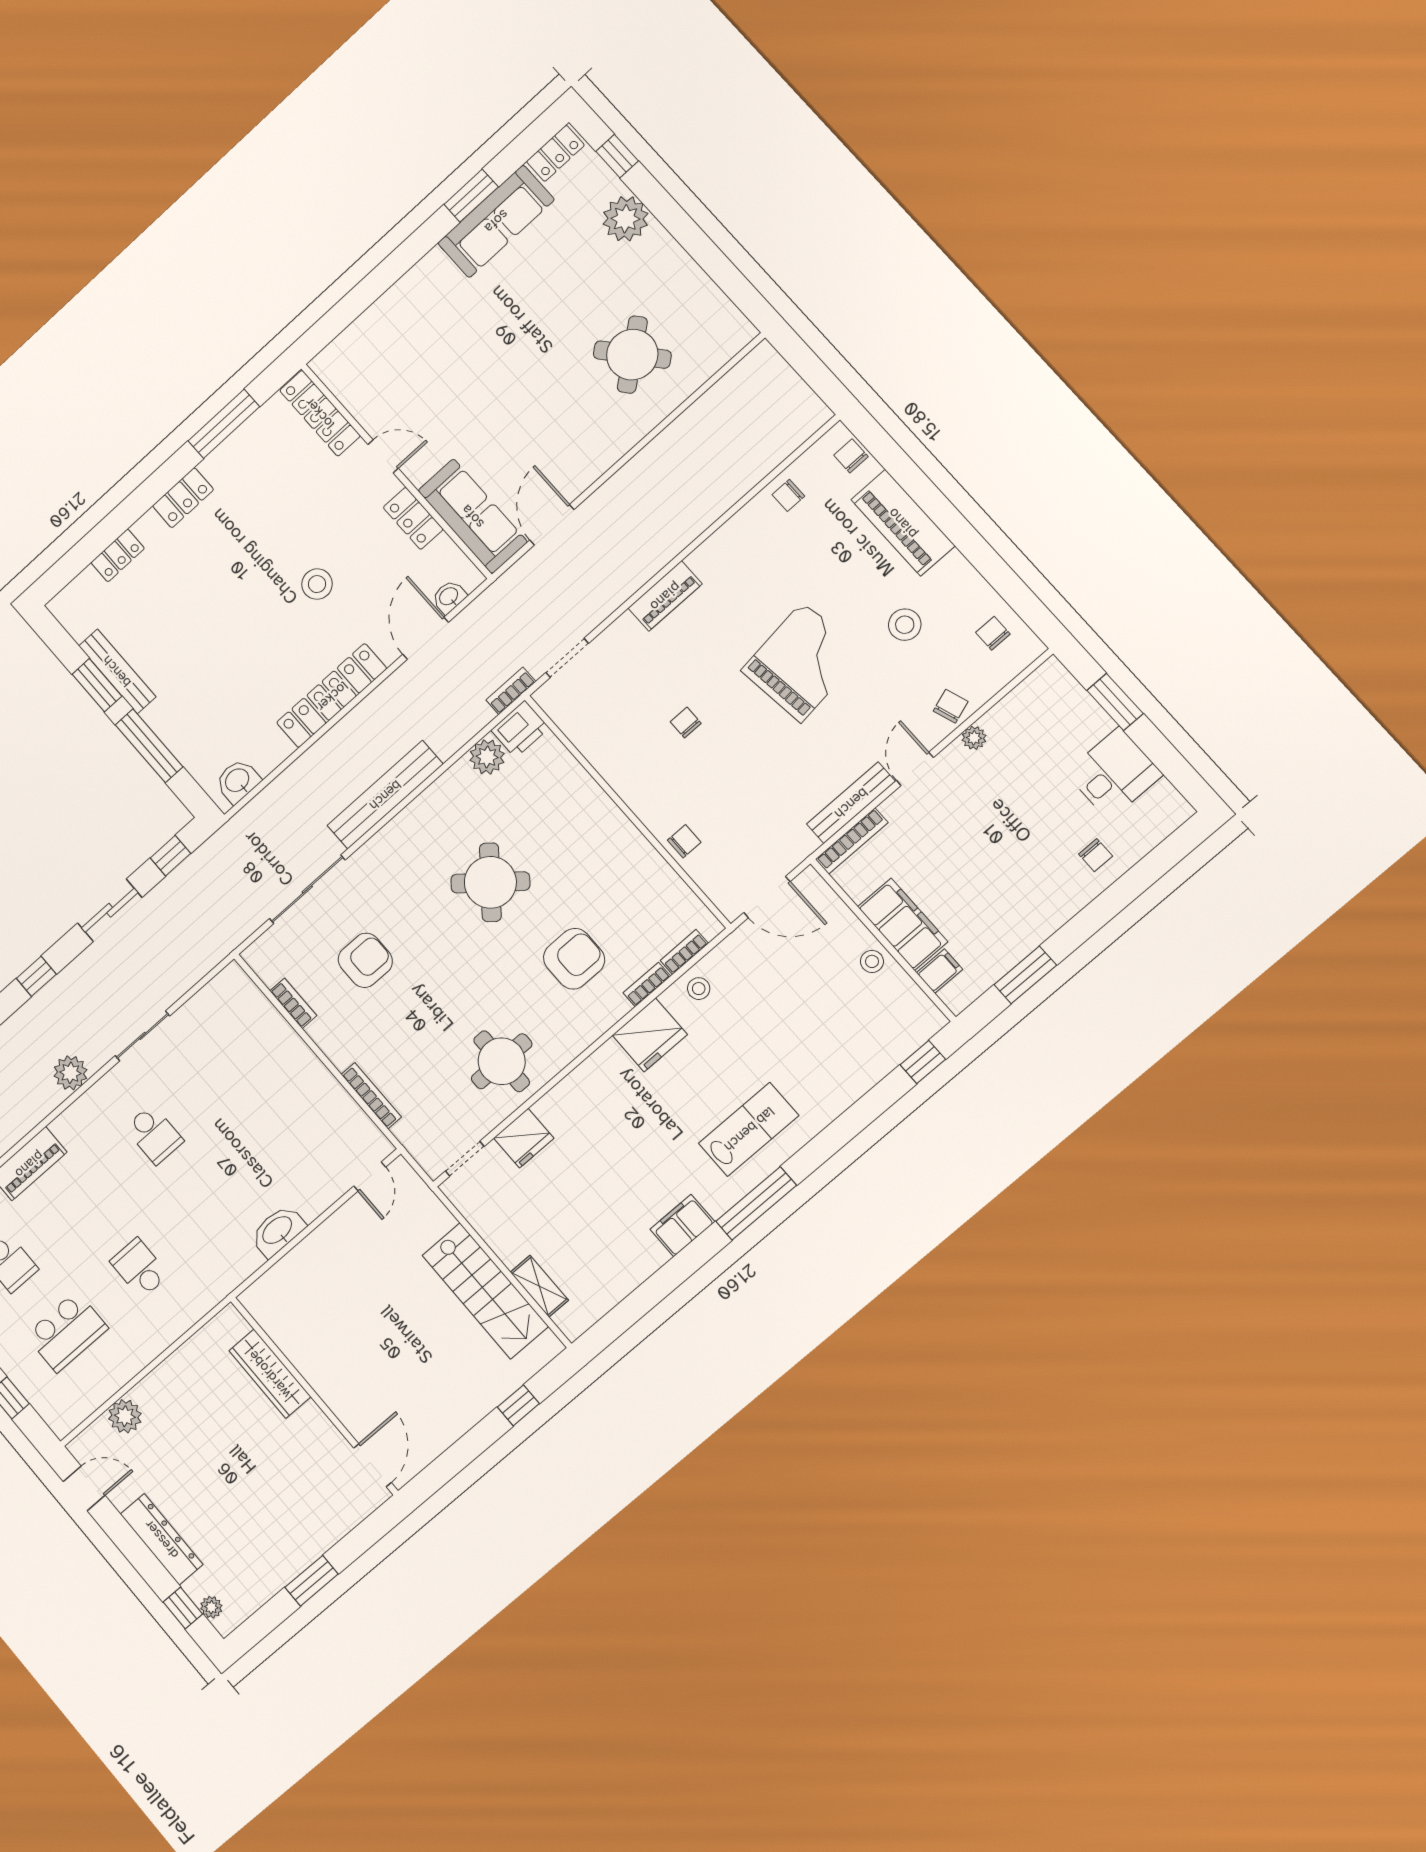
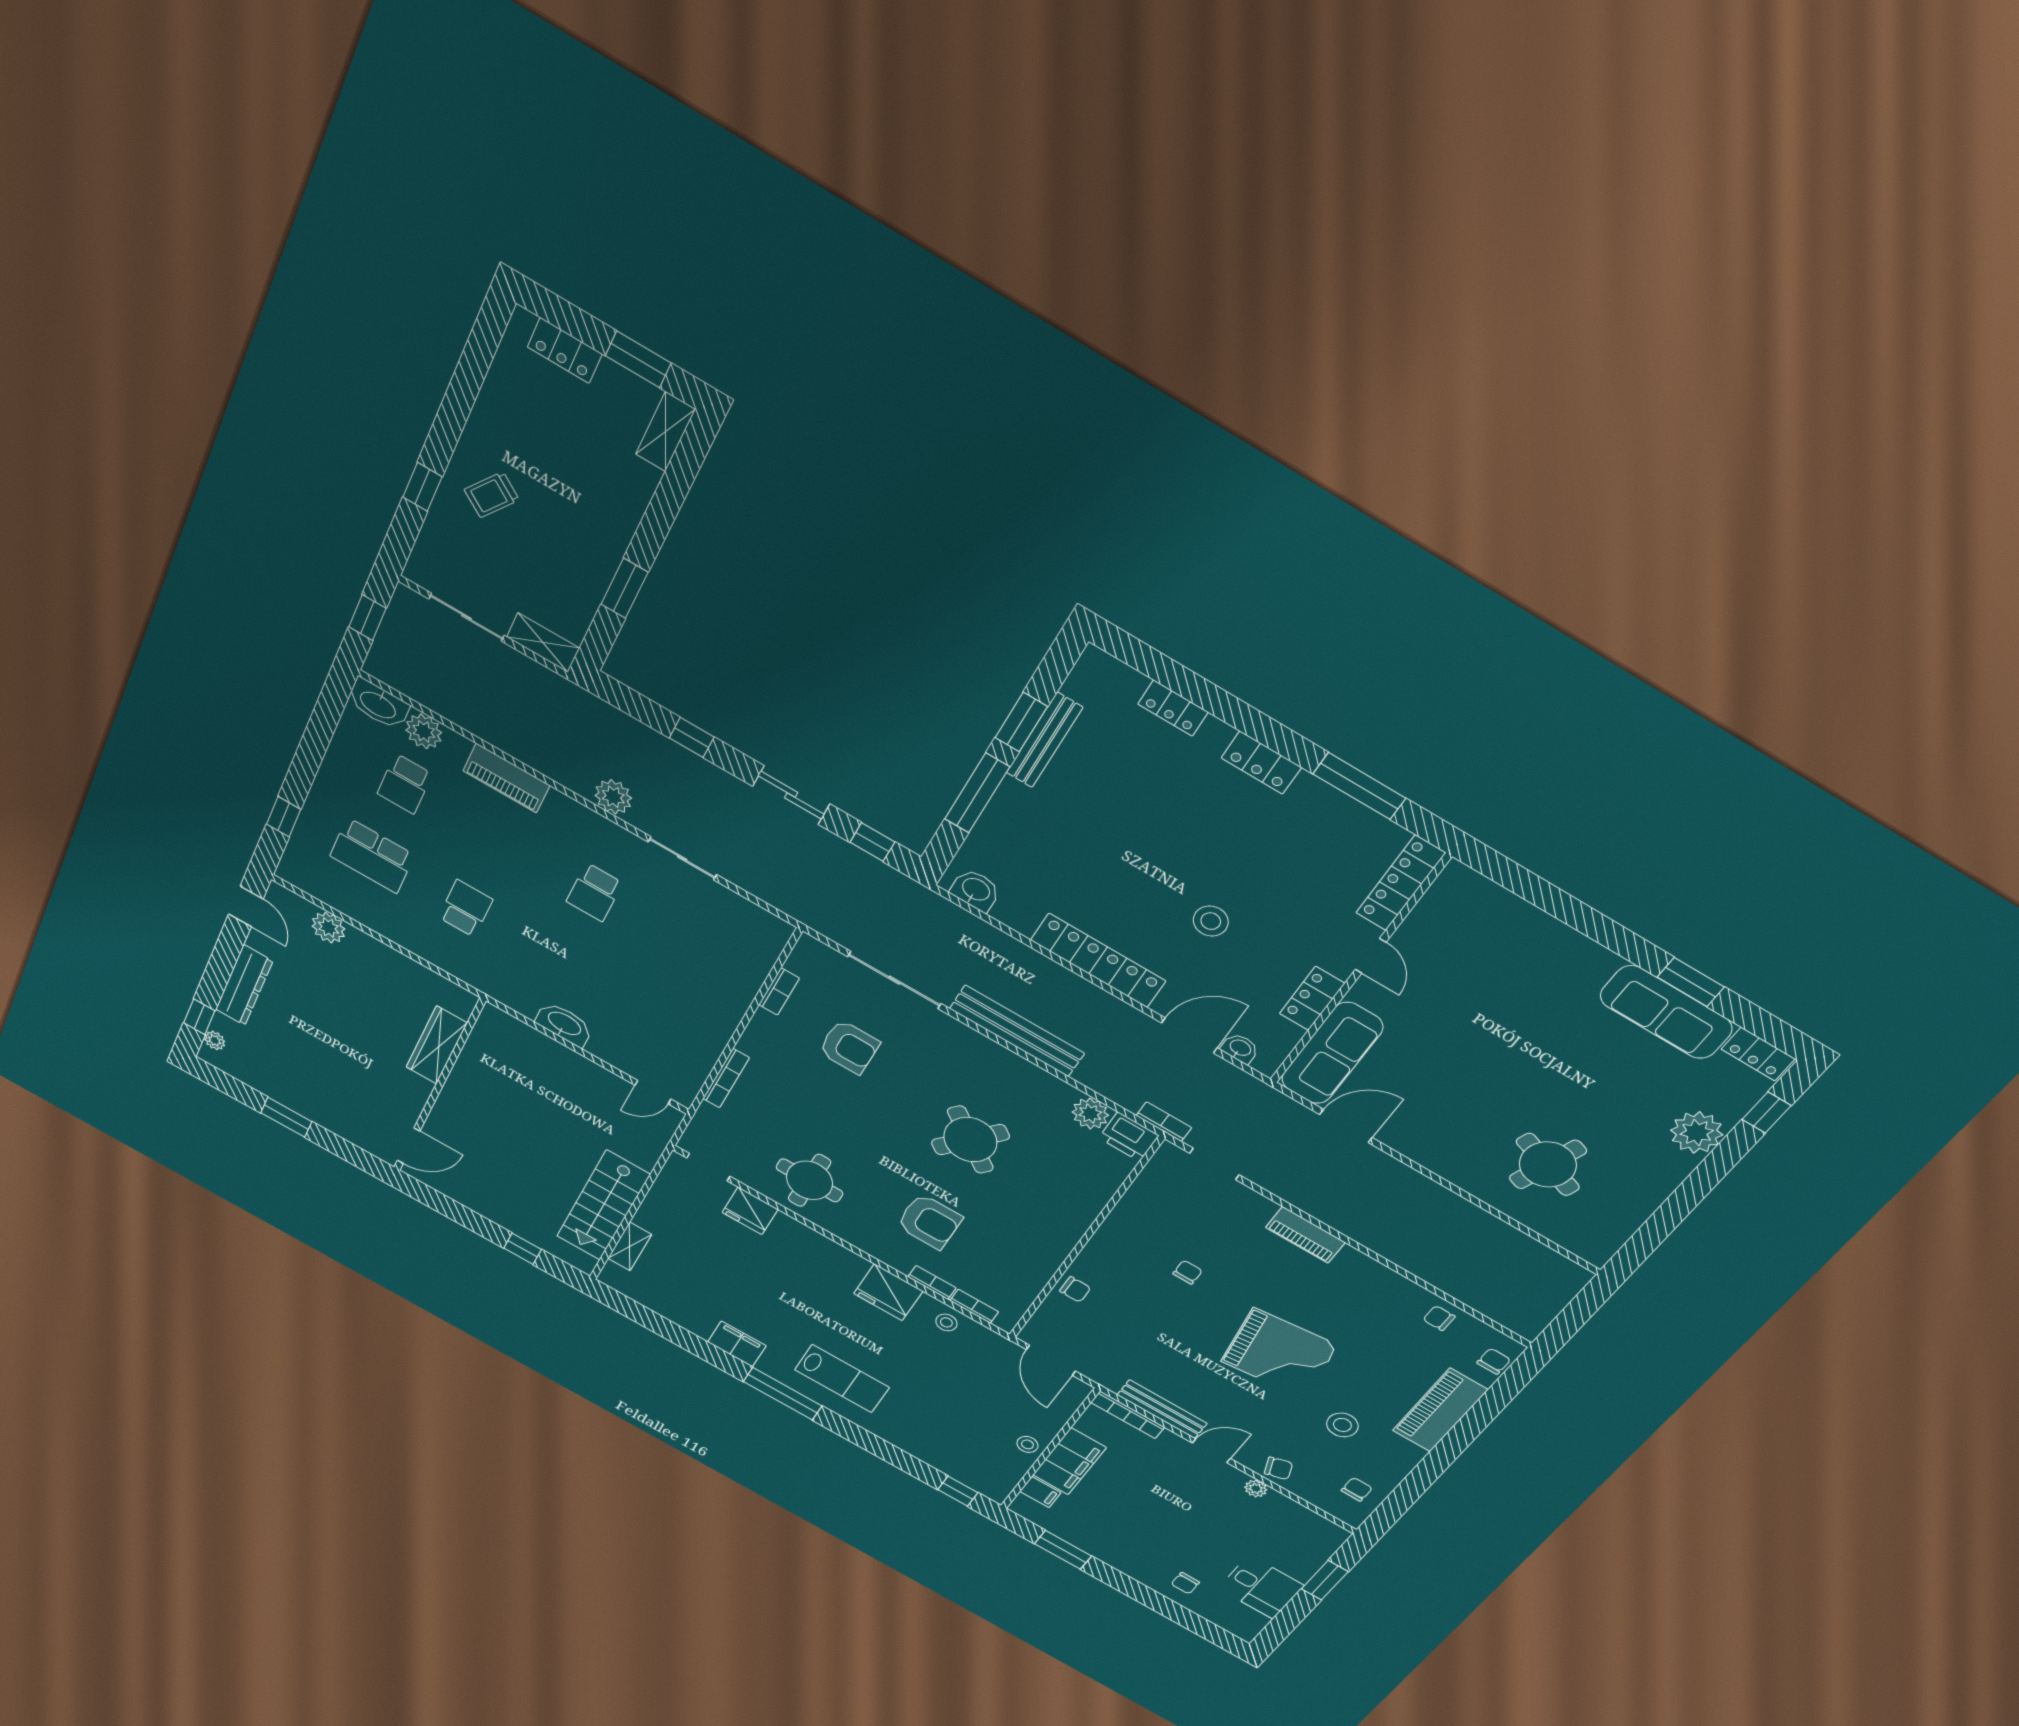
round table: (632, 355) -> (1548, 1164), turned -32

